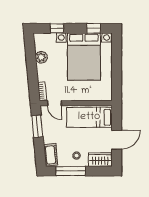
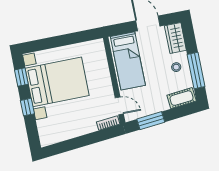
window: (57, 28) -> (27, 107), moved
plant: (41, 57) -> (68, 132), removed
door: (54, 103) -> (119, 106), hinge flipped

